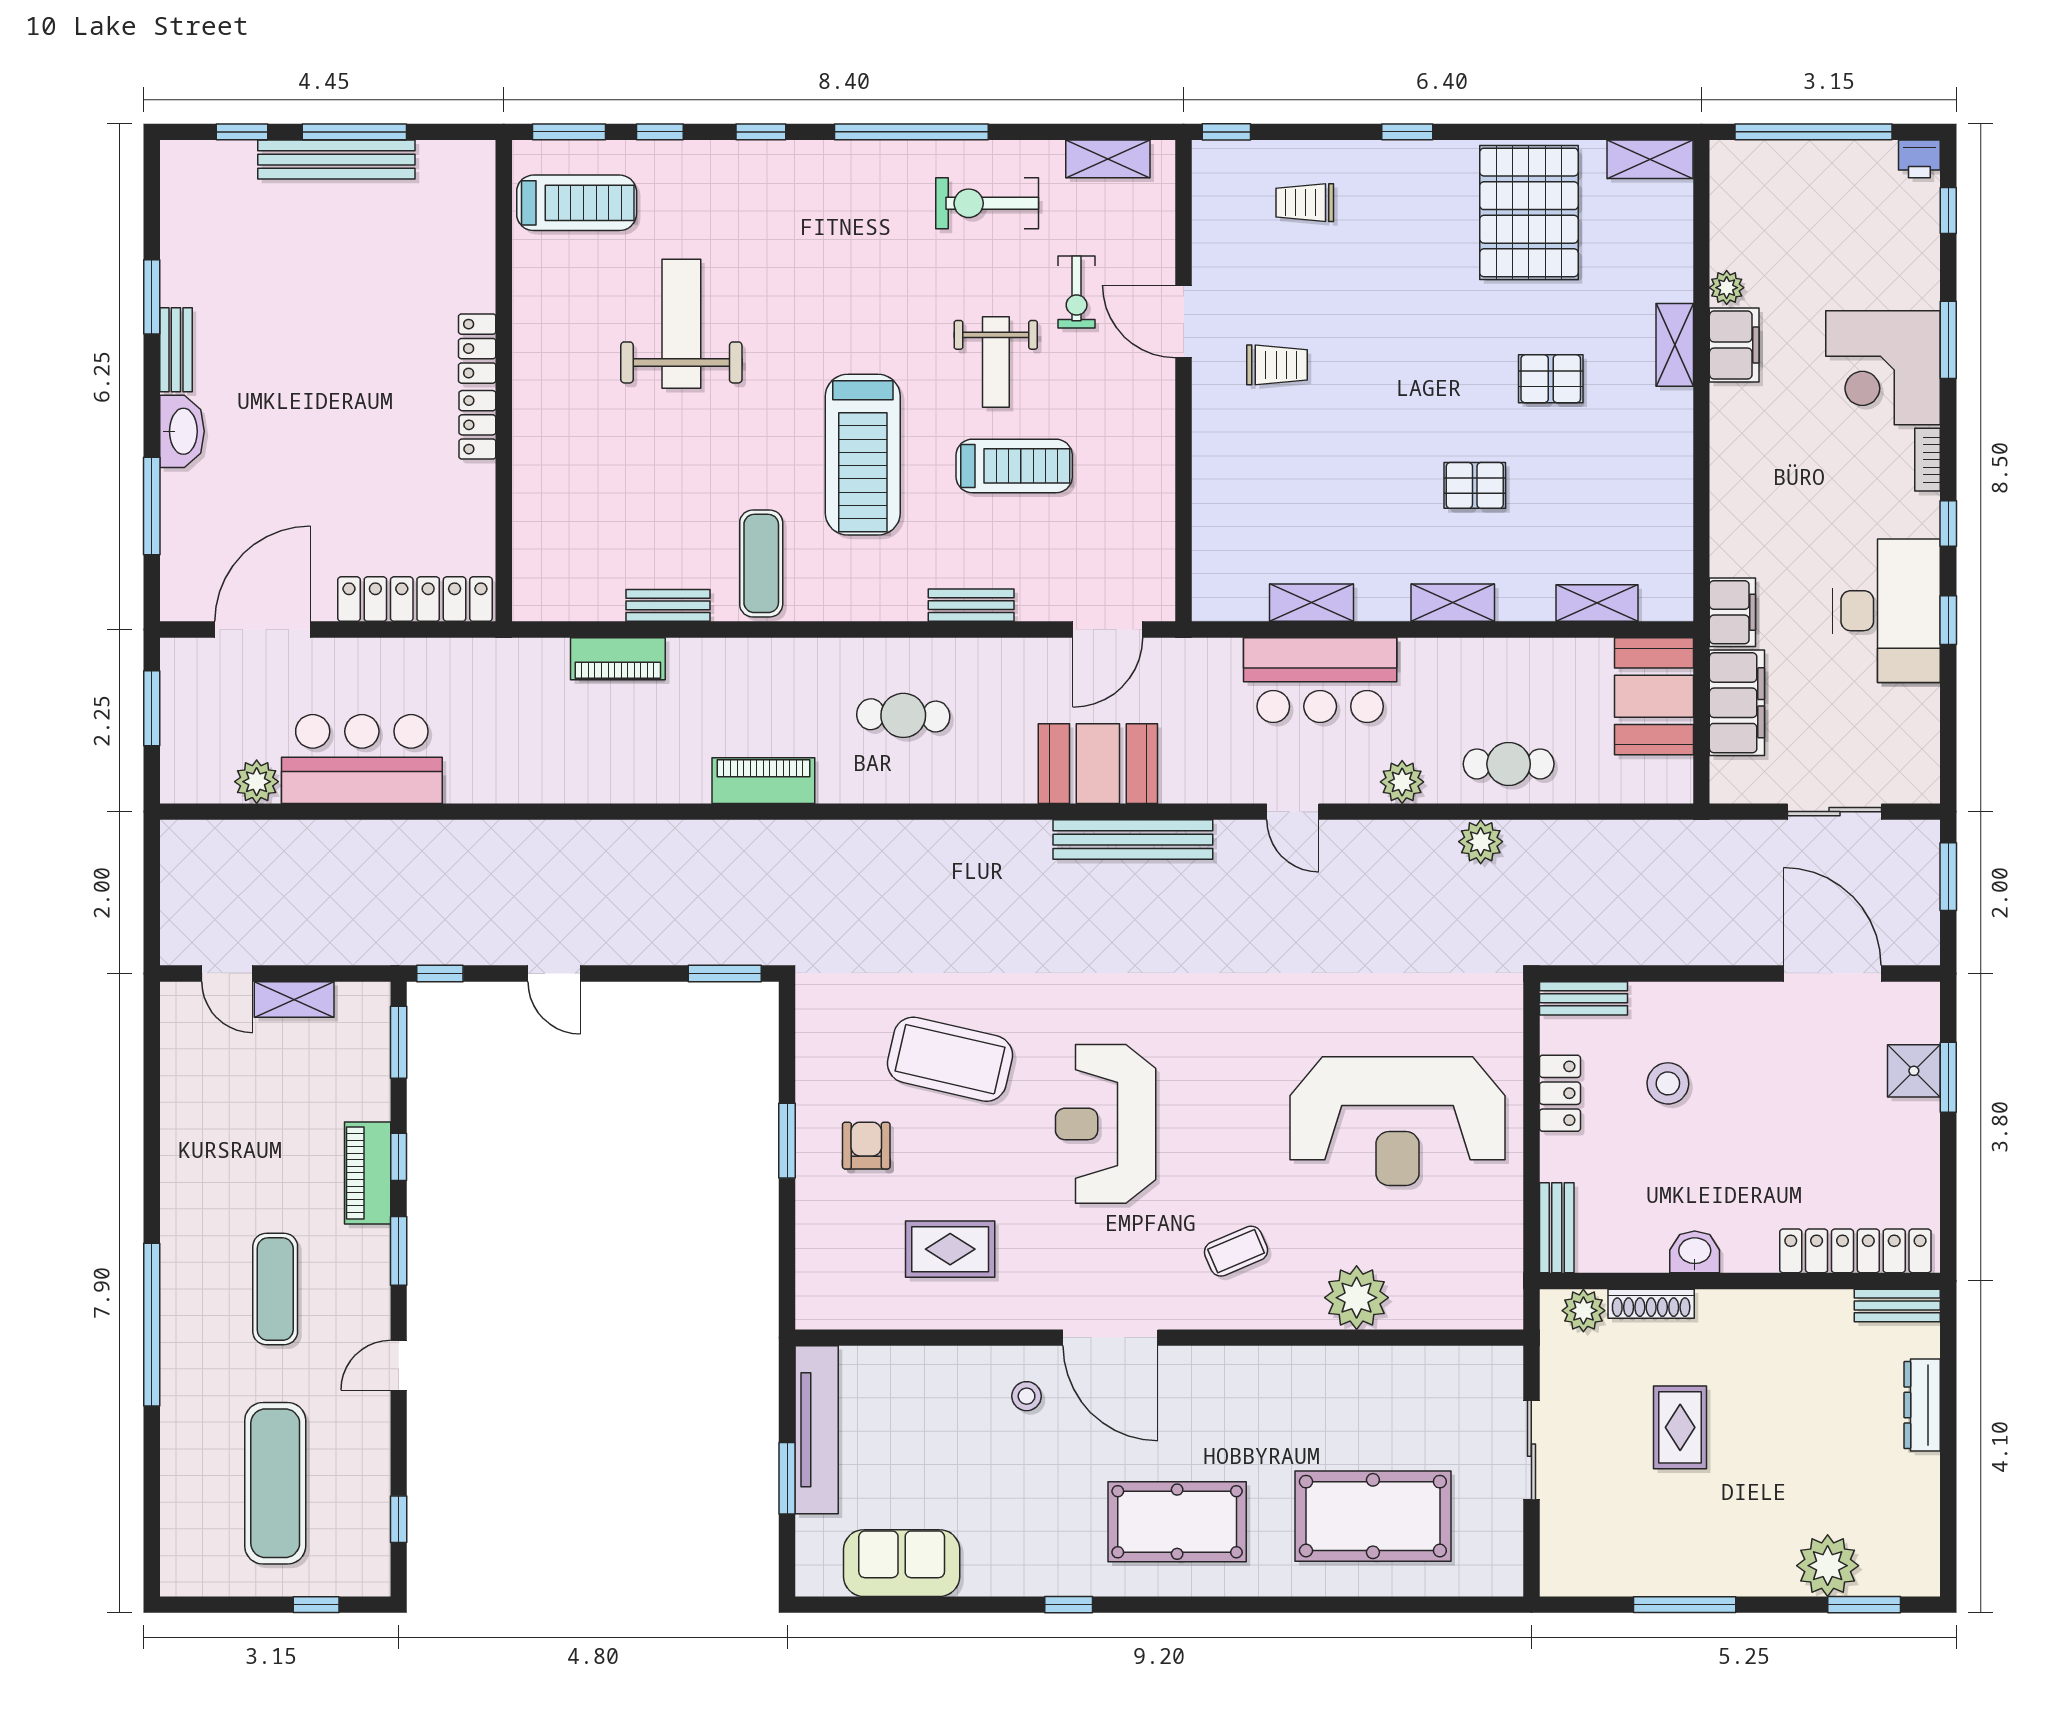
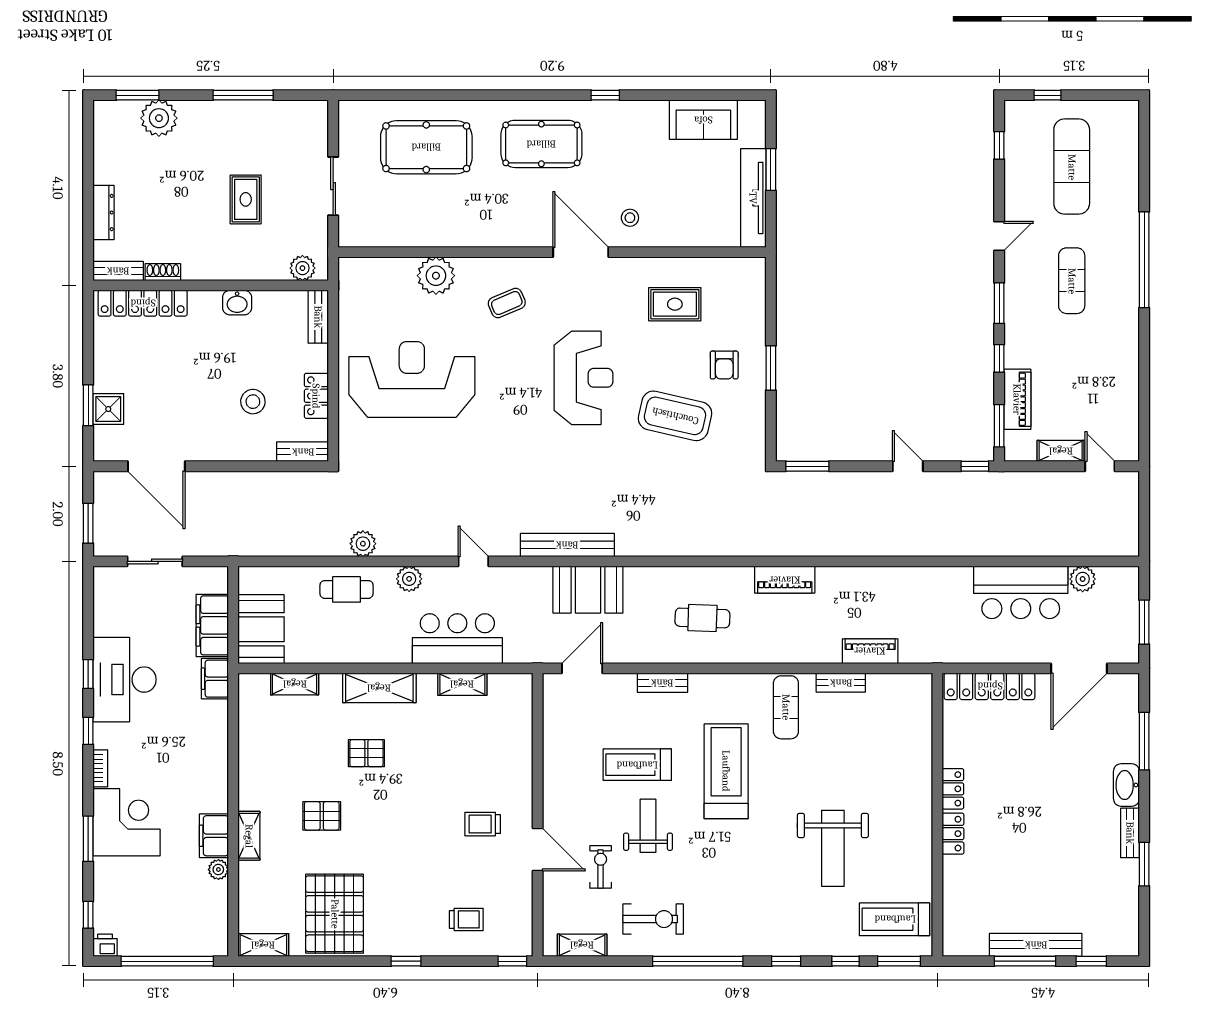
shelving: (1453, 603) -> (379, 688), width x1.50, depth x1.33
piano: (368, 1173) -> (1017, 399), moved
shoe rack: (1651, 1304) -> (163, 272), moved, width x0.70

